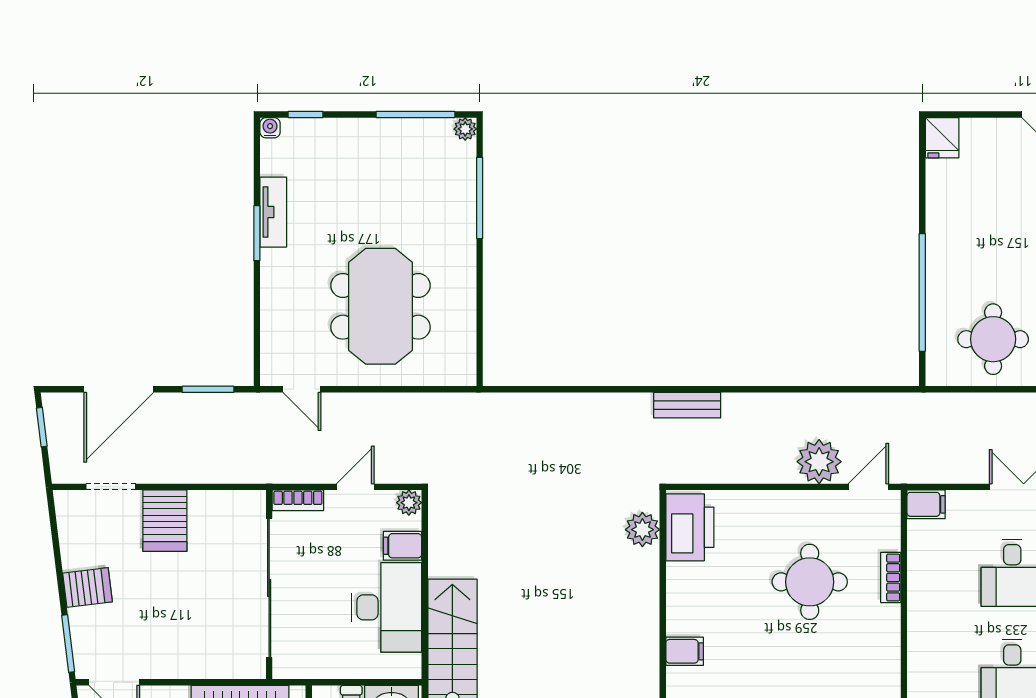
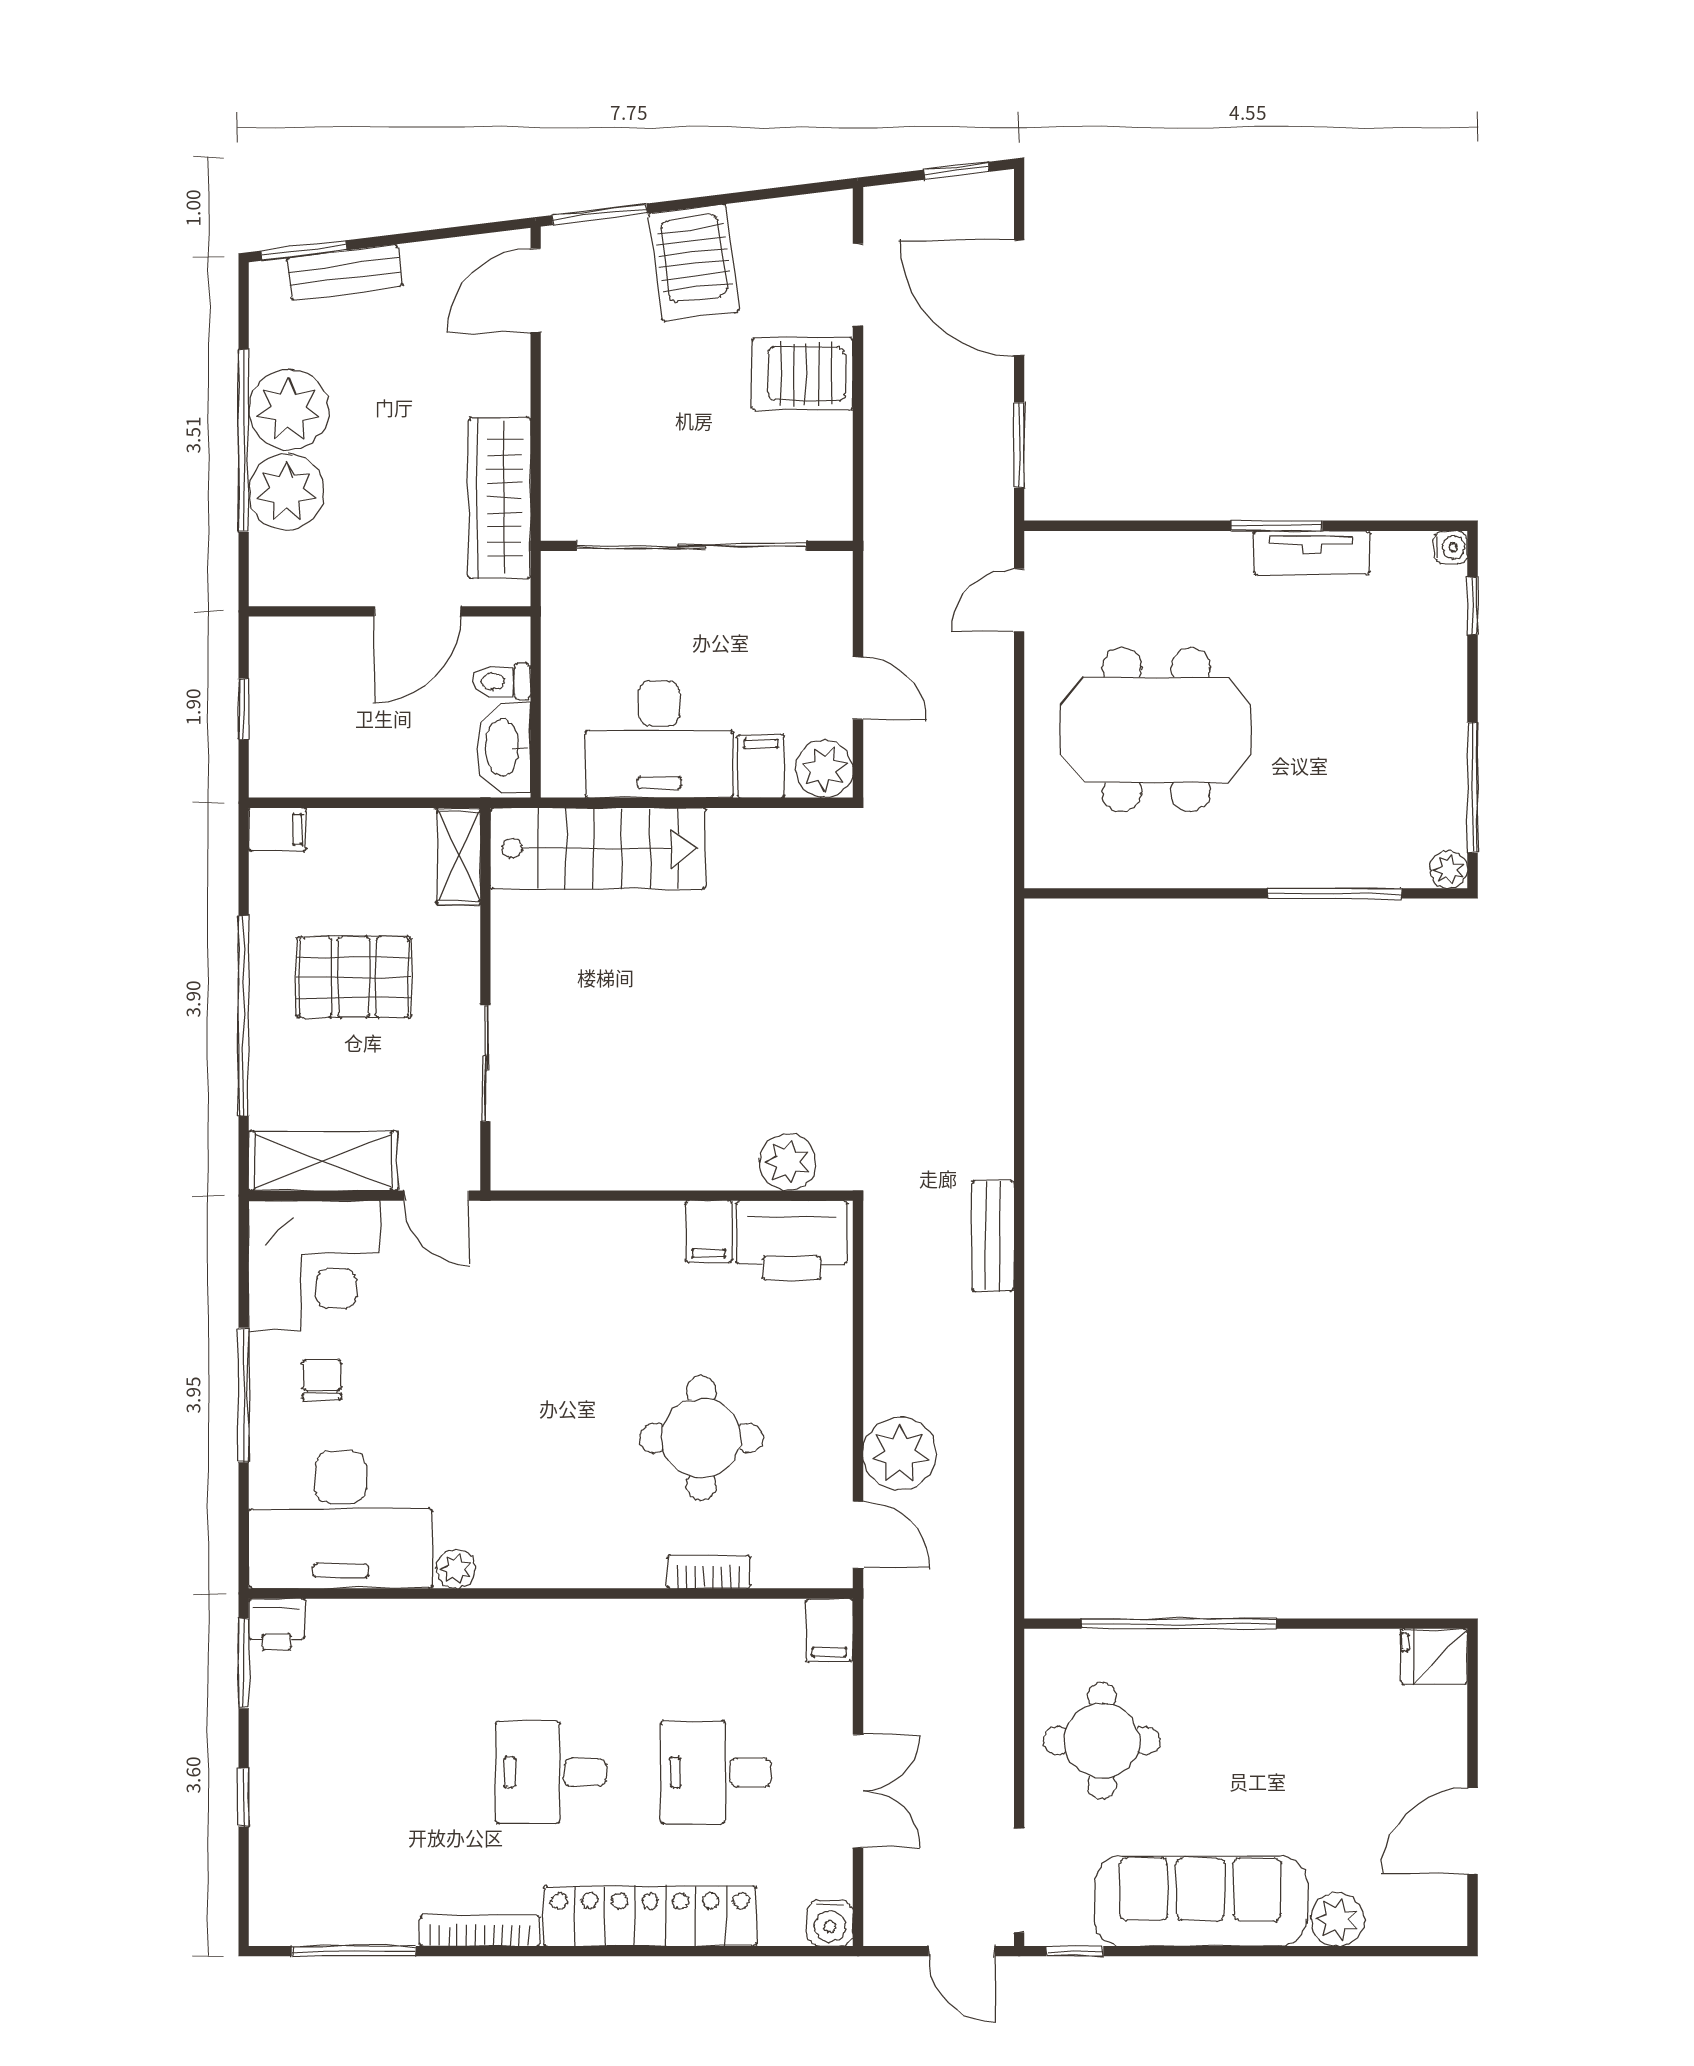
bookcase: (298, 500) -> (836, 593), removed
plant: (409, 503) -> (824, 769), width x1.38, depth x1.38
server rack: (87, 587) -> (694, 263), width x1.36, depth x1.44
filing cabinet: (685, 651) -> (709, 1232), moved

